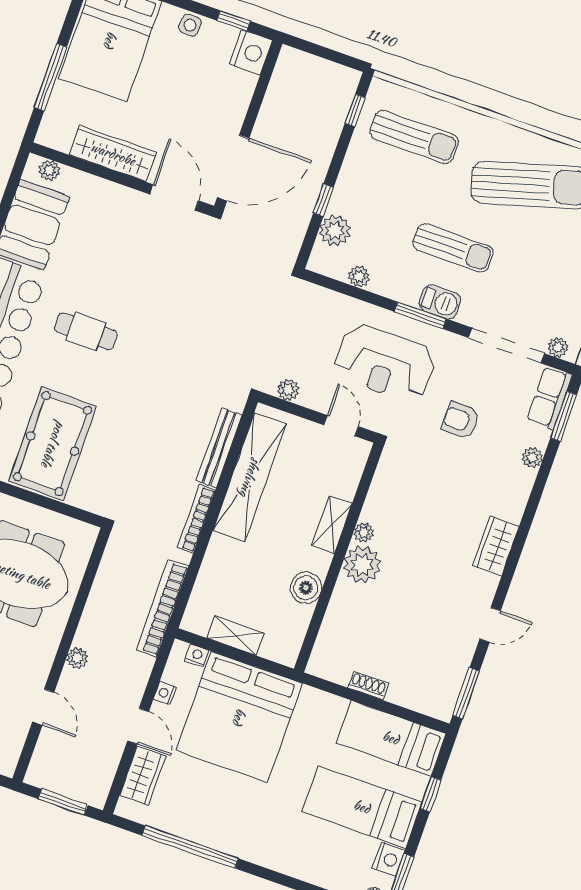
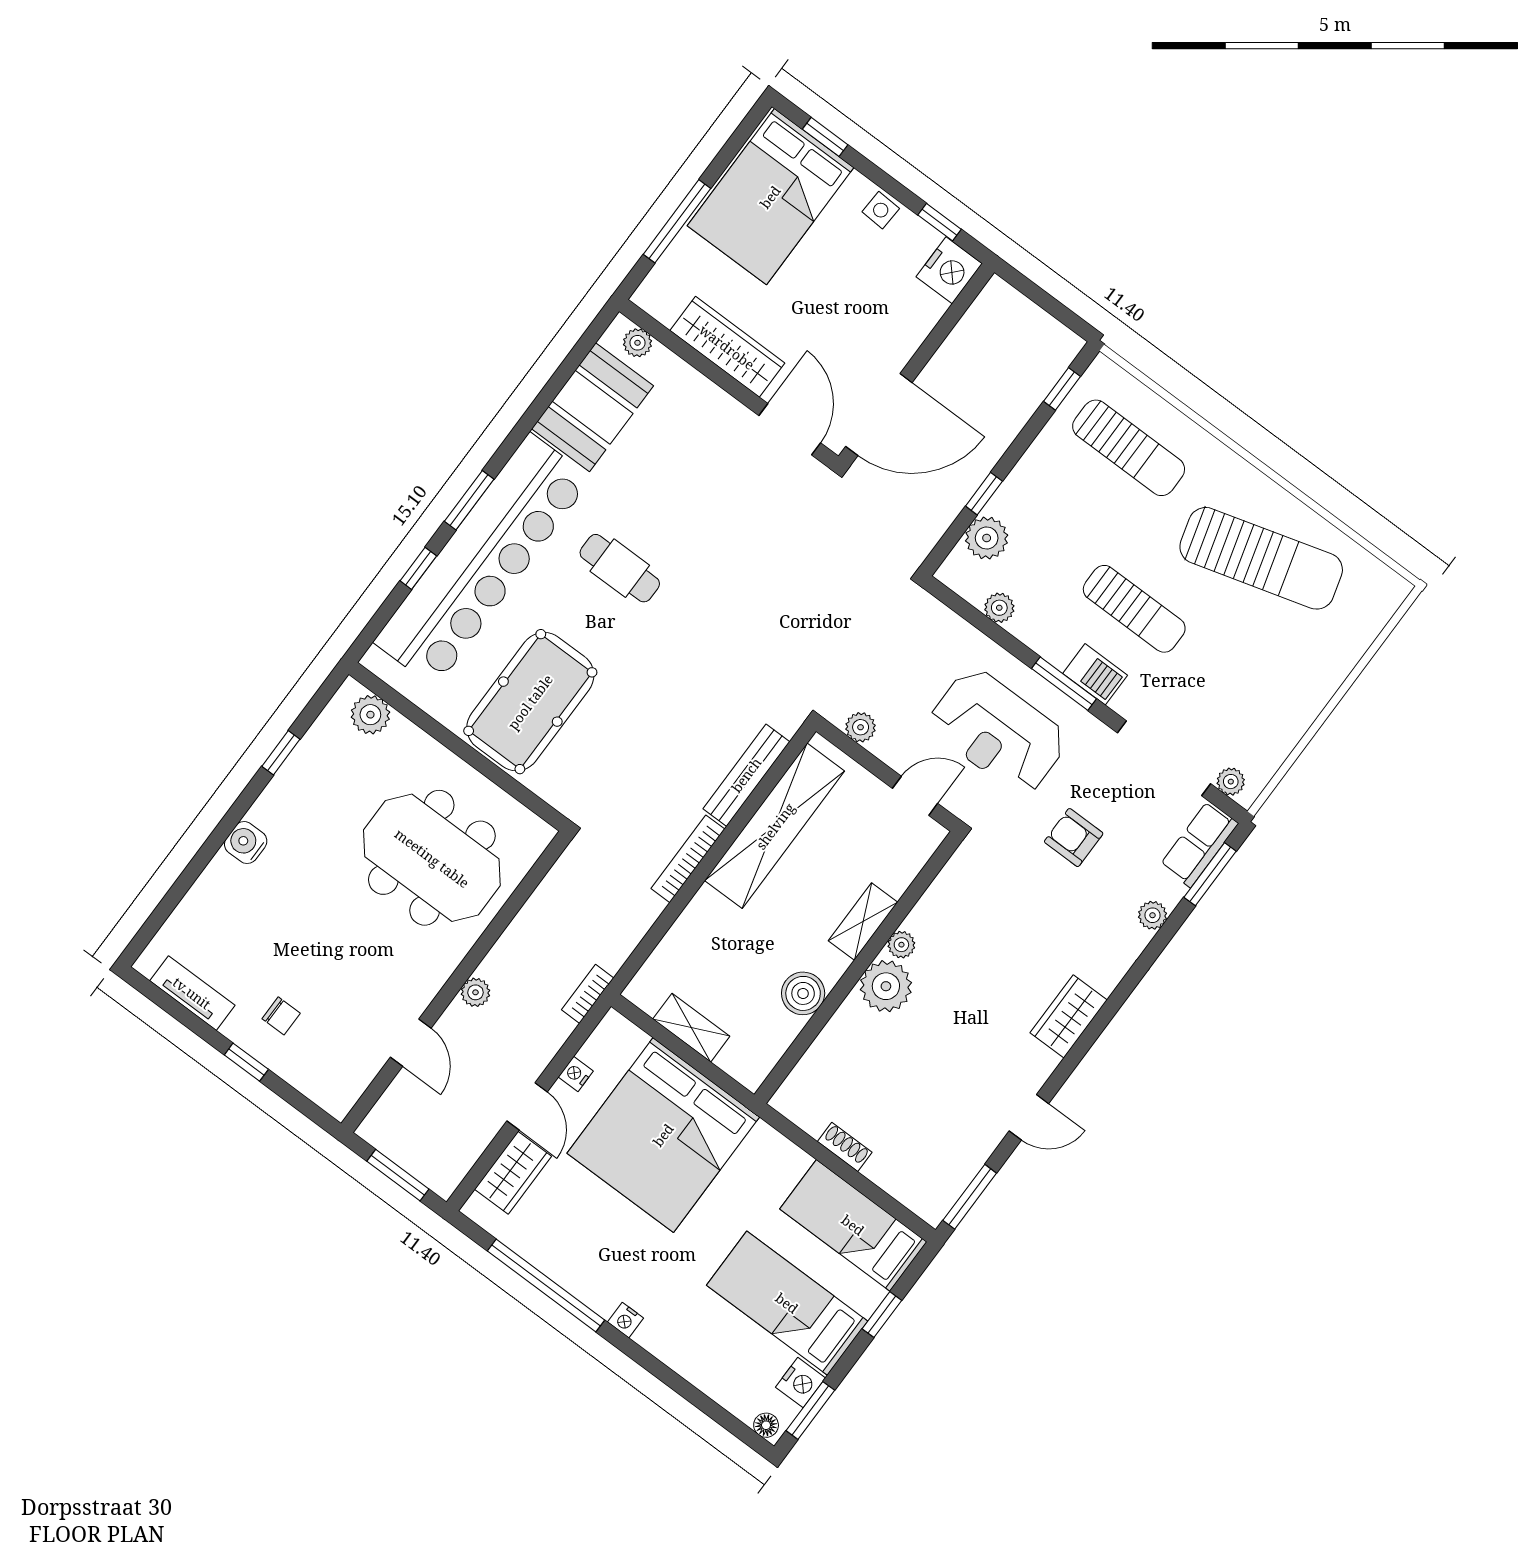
door: (341, 426) -> (915, 796), hinge flipped
bookcase: (163, 608) -> (588, 994), width x0.43, depth x0.76
nightstand: (197, 656) -> (626, 1320), moved, turned 180

